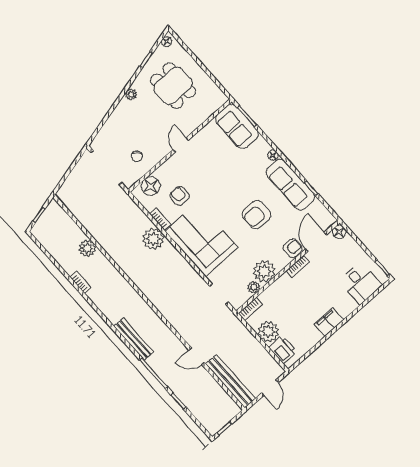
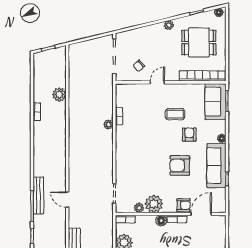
dining table: (173, 86) -> (199, 43), turned 90
bookcase: (204, 113) -> (203, 76), added
door: (181, 145) -> (157, 82), moved
coffee table: (210, 171) -> (175, 114), added
floor lamp: (151, 186) -> (131, 91), removed
armchair: (180, 196) -> (189, 135), moved
floor lamp: (339, 232) -> (161, 220), moved
plant: (153, 239) -> (108, 125), width x0.53, depth x0.53
corner sofa: (201, 239) -> (133, 151), removed
bench: (134, 339) -> (38, 195), moved
door: (197, 356) -> (67, 200), moved

